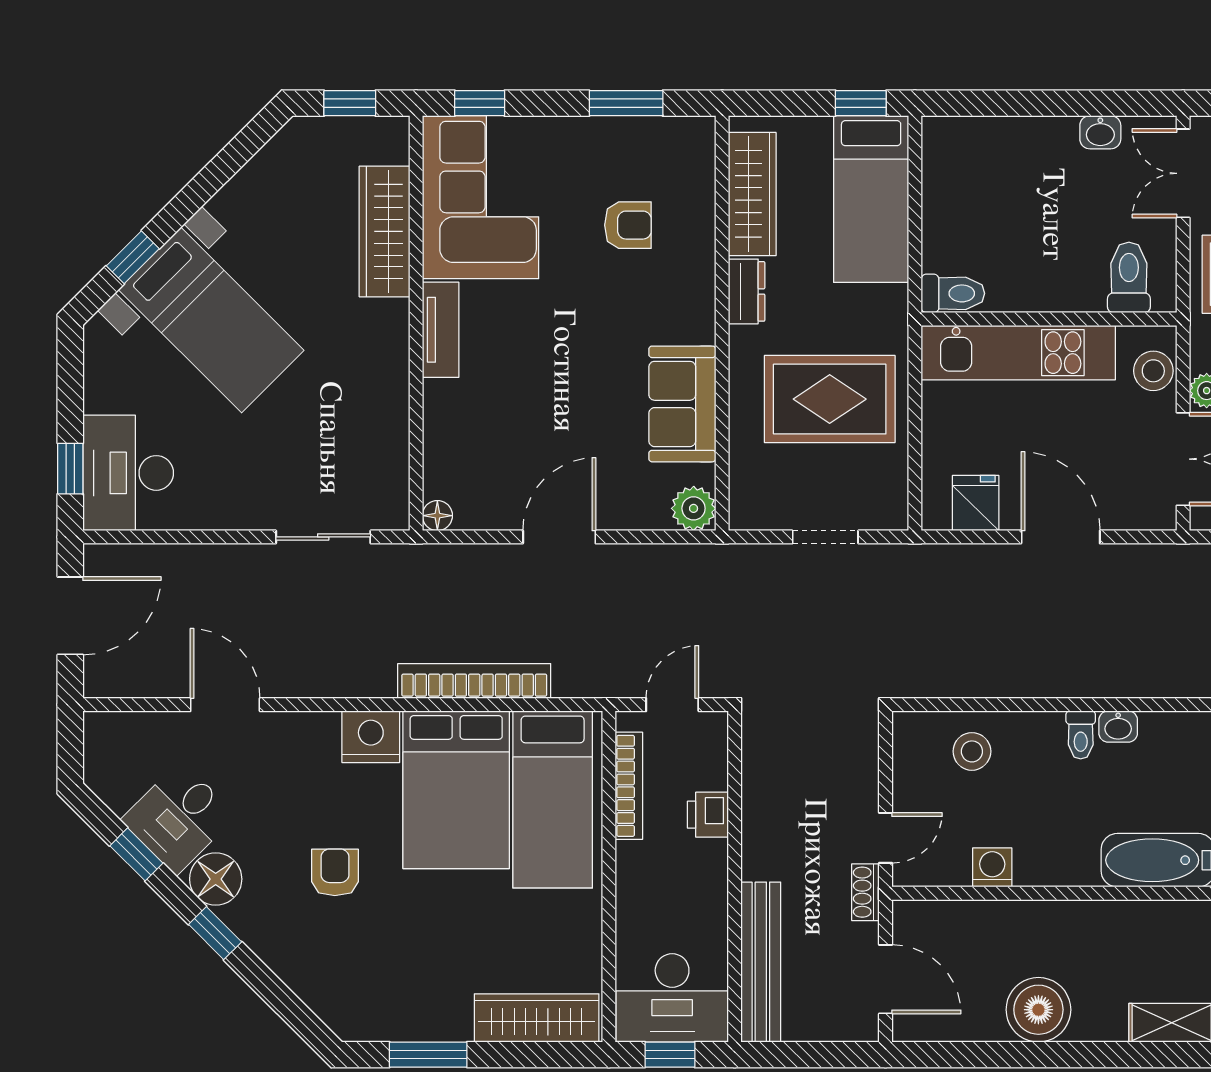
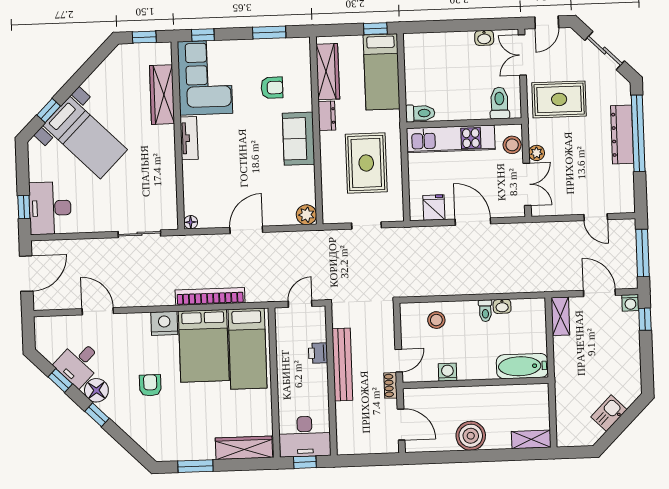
rug: (830, 399) -> (366, 163), turned 90
sofa: (682, 404) -> (299, 139), moved
bookcase: (629, 786) -> (282, 341), removed
bench: (761, 962) -> (342, 364), moved

